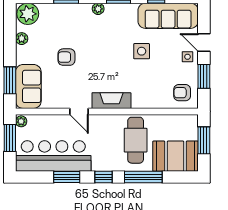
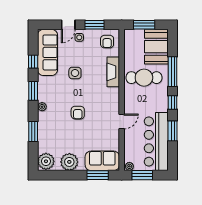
plant: (22, 39) -> (69, 162), width x1.88, depth x1.88
armchair: (66, 57) -> (78, 113), moved
fireplace: (111, 101) -> (113, 72), moved

